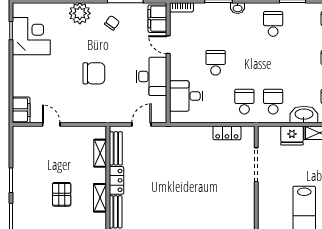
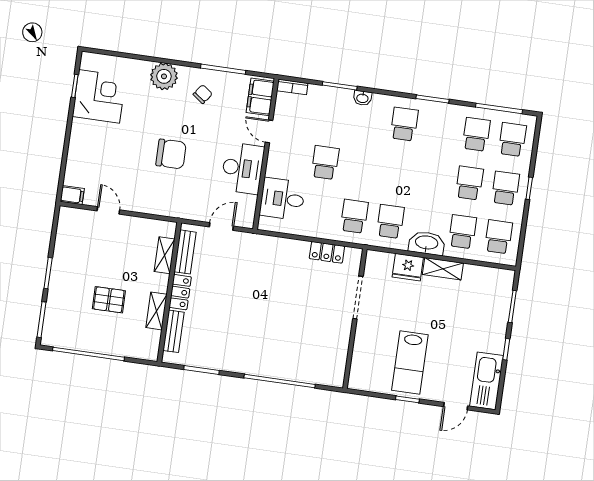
filing cabinet: (21, 110) -> (72, 195), width x0.50
pallet: (62, 194) -> (109, 300), turned 90

